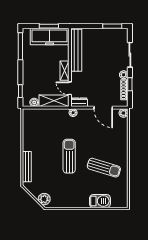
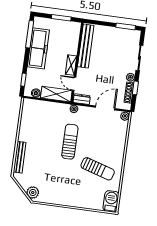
freezer: (50, 37) -> (38, 48), moved, turned -90
door: (103, 108) -> (105, 108), swing flipped
sun lounger: (69, 156) -> (70, 142), moved
barbecue: (100, 201) -> (111, 201), moved, turned -90

